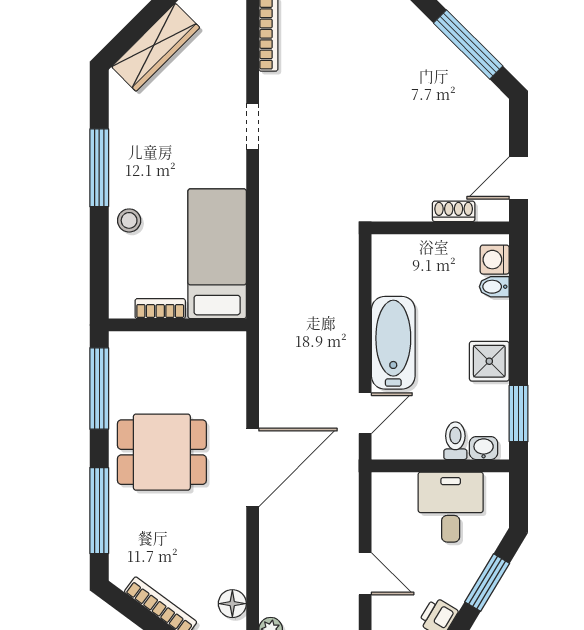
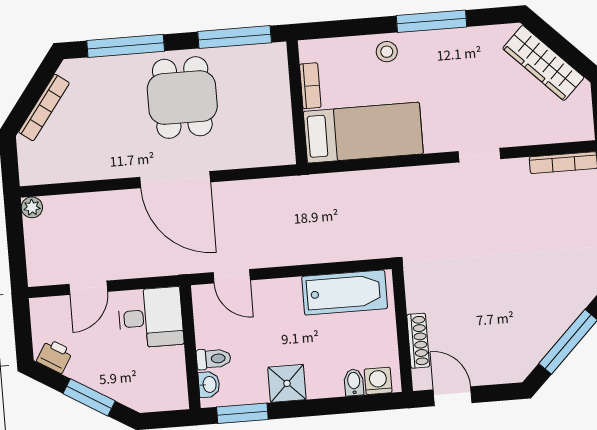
shoe rack: (454, 211) -> (418, 341), width x1.43
bathtub: (393, 343) -> (345, 292), moved
desk: (451, 507) -> (151, 318), moved
floor lamp: (232, 604) -> (52, 171), removed

